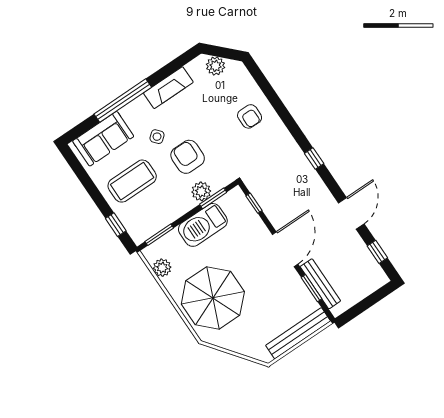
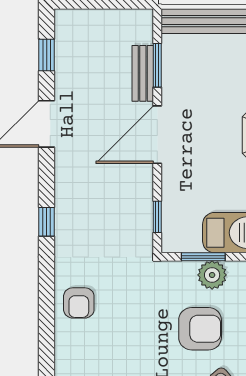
armchair: (250, 116) -> (79, 303), moved, turned 180
armchair: (188, 157) -> (200, 329), turned -90
bench: (320, 284) -> (143, 73), width x0.73

